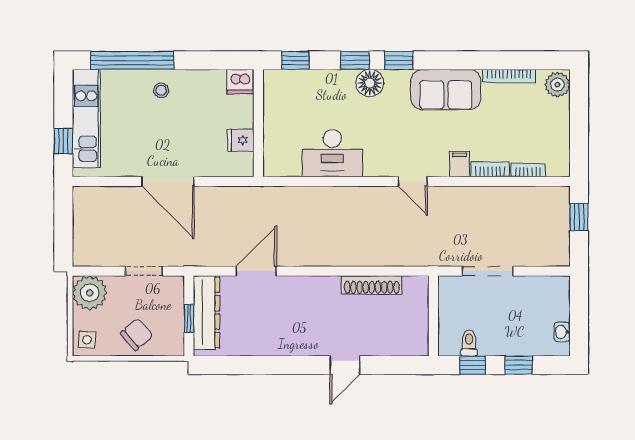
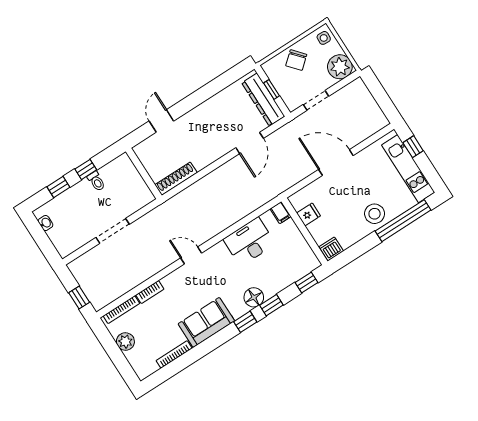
plant: (557, 85) -> (125, 342), moved
stool: (161, 90) -> (375, 214), width x1.89, depth x1.89
filing cabinet: (460, 164) -> (281, 213), moved
bookcase: (528, 170) -> (121, 310), width x1.56
wall: (433, 316) -> (144, 173), moved

